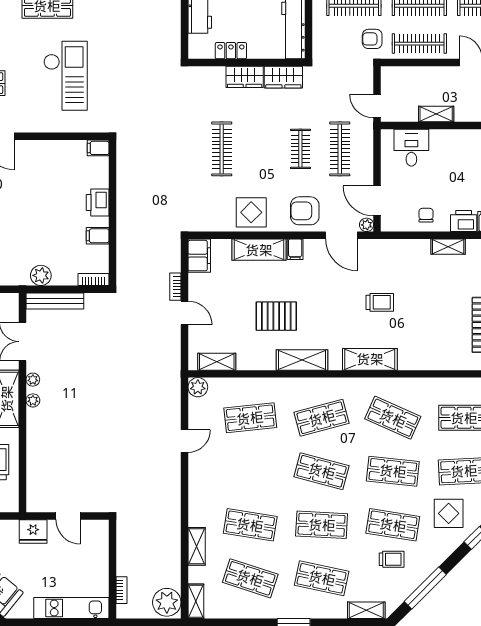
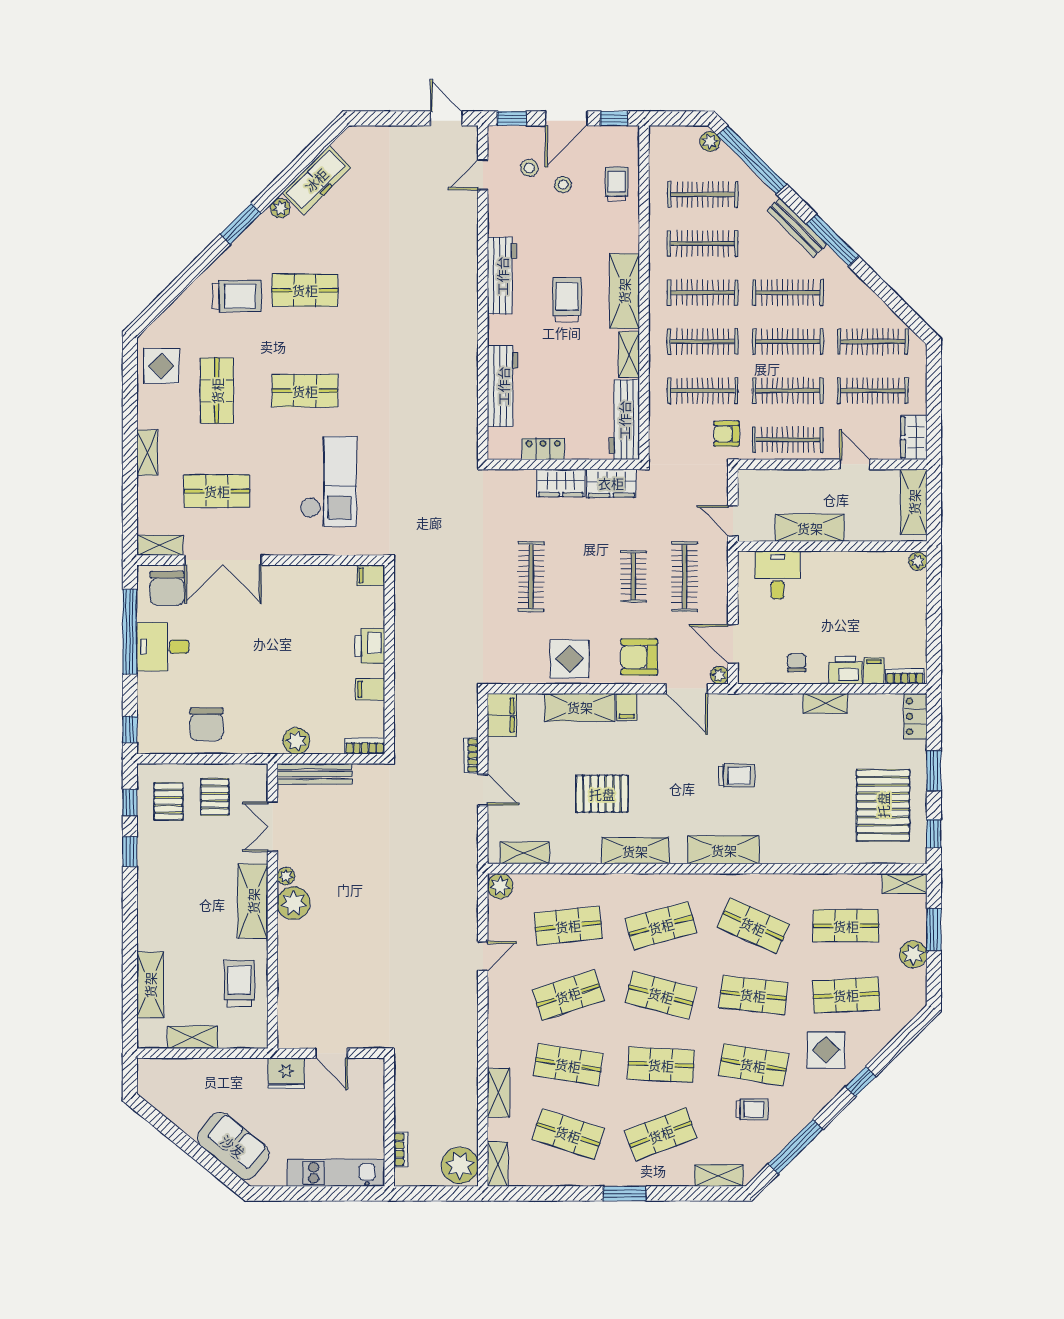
shelving: (436, 114) -> (810, 528), width x1.50, depth x1.33
plant: (33, 400) -> (294, 903), width x1.88, depth x1.88
shop shelf: (250, 471) -> (568, 995), added
shop shelf: (322, 578) -> (661, 1134), turned -33

